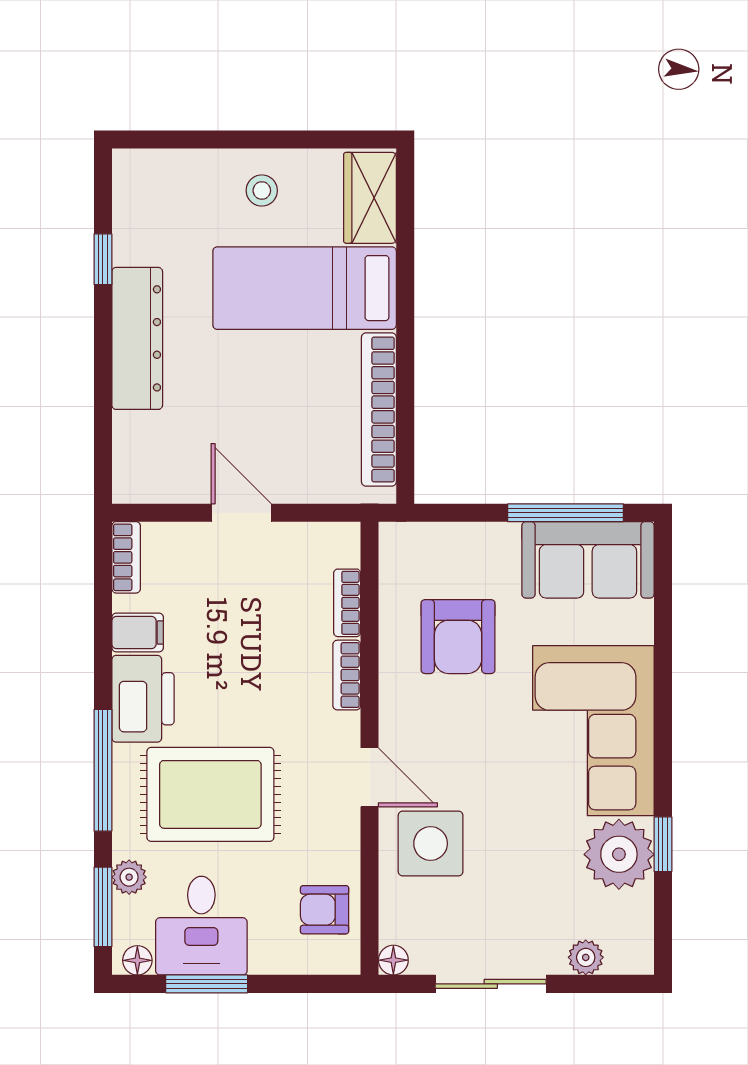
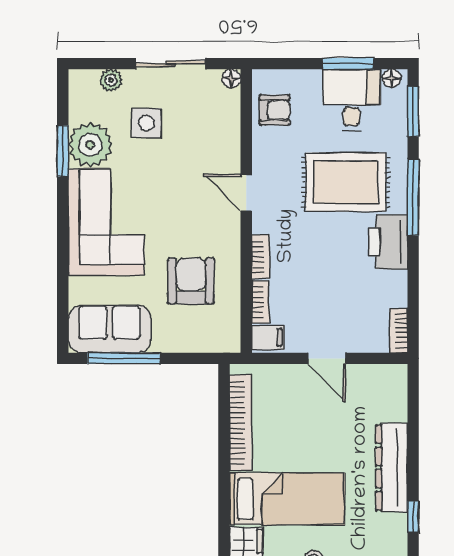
filing cabinet: (138, 632) -> (268, 337), moved, turned 180
side table: (431, 844) -> (146, 123), moved, width x0.73, depth x0.73
window: (663, 844) -> (63, 151), width x1.50
plant: (129, 877) -> (397, 130), removed

